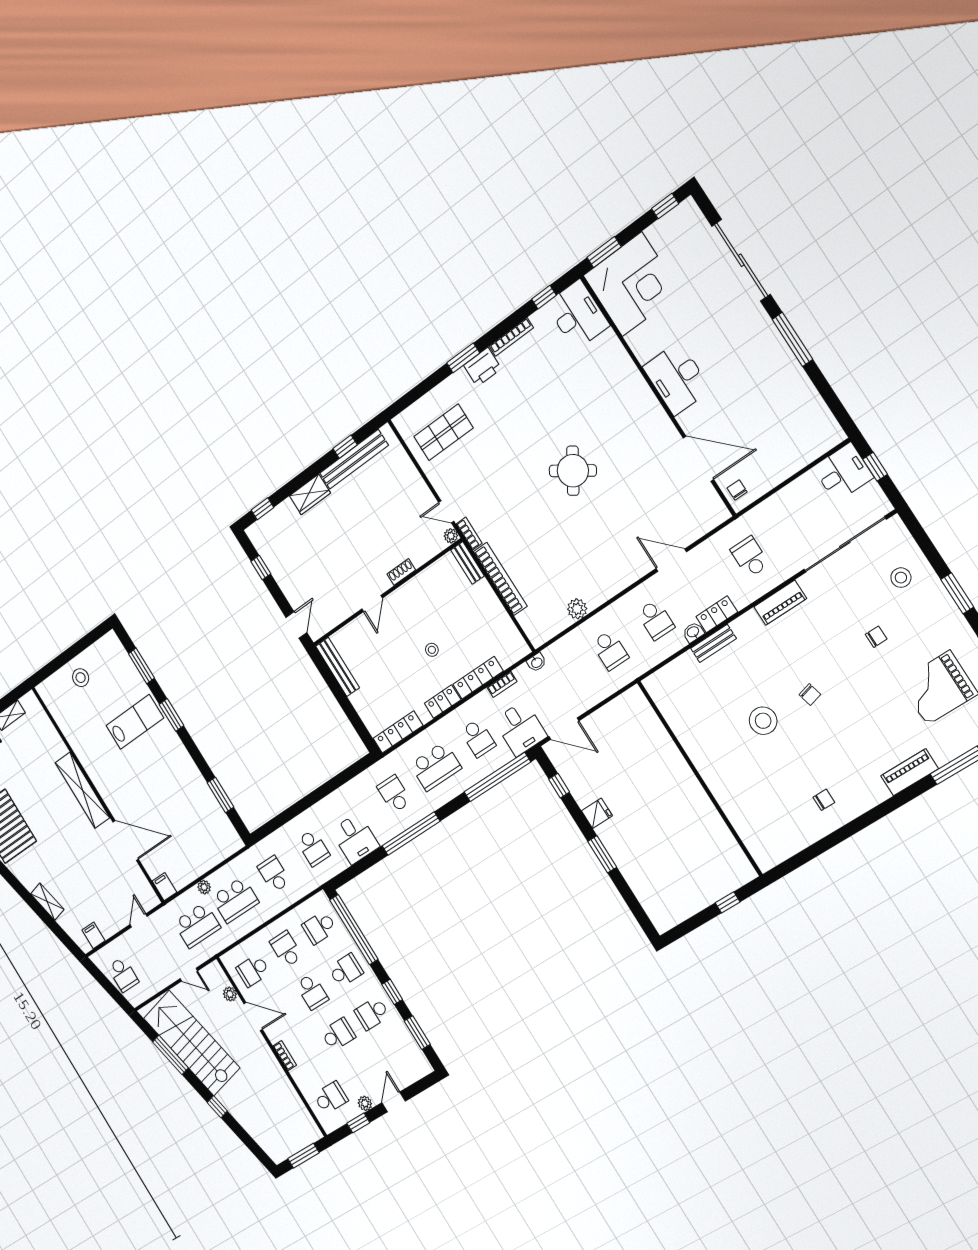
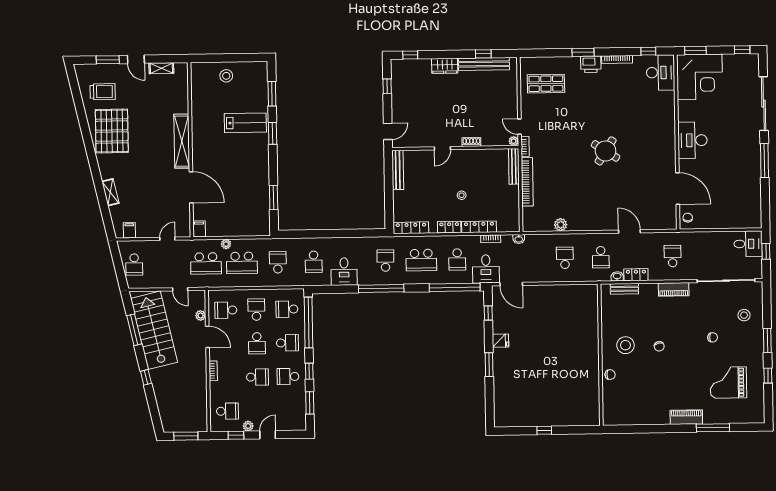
bench: (468, 563) -> (514, 166), width x1.36
school desk: (610, 650) -> (565, 258), turned 180
wall: (700, 778) -> (600, 355), moved
chair: (824, 800) -> (610, 375), moved

